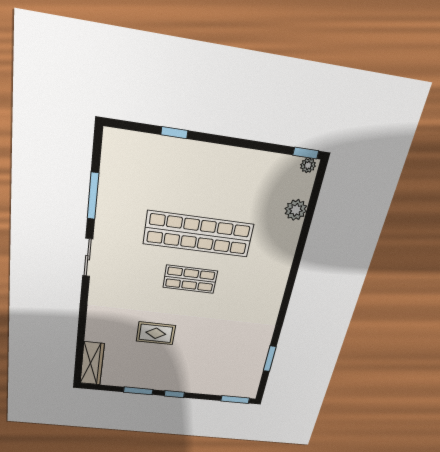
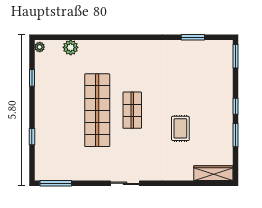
window: (306, 153) -> (32, 78), moved
window: (93, 196) -> (56, 183), moved

